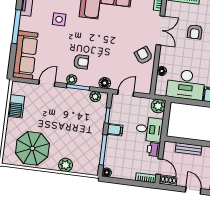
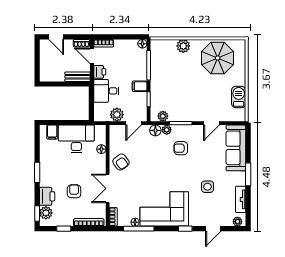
window: (16, 27) -> (248, 174), width x0.69
plant: (72, 80) -> (167, 130), moved
plant: (158, 106) -> (117, 115), moved
bench: (189, 149) -> (78, 77), moved

